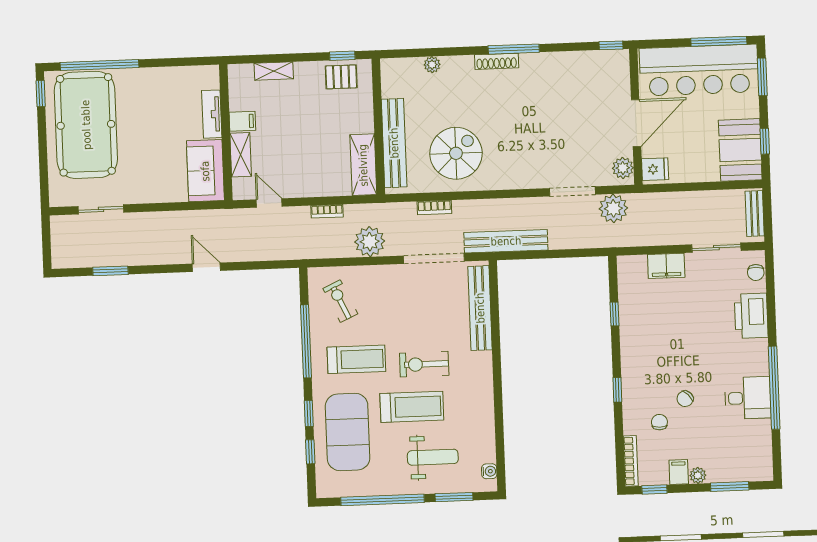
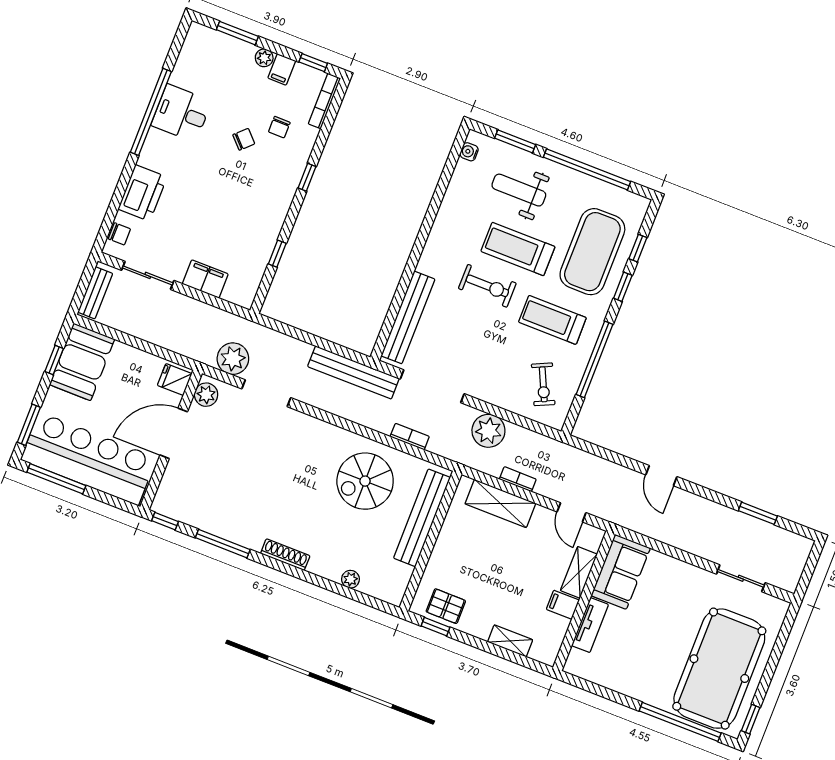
window: (514, 49) -> (223, 544), moved
shelving: (363, 165) -> (500, 504), moved, turned 90
chair: (756, 272) -> (119, 234), turned 90

